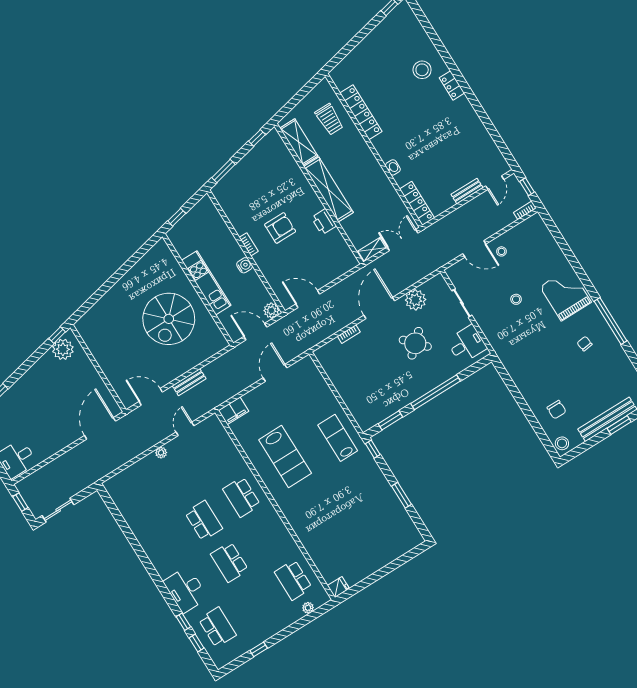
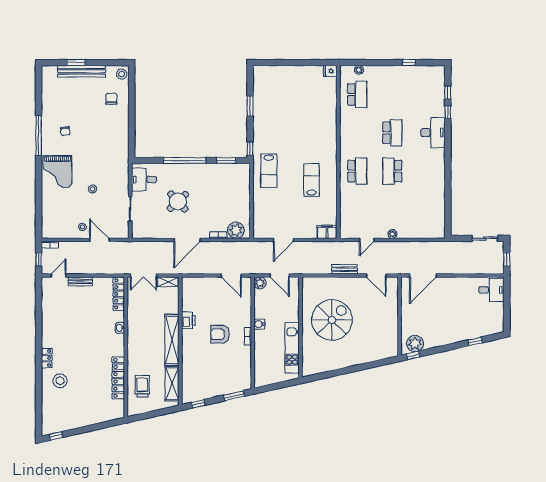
window: (177, 217) -> (285, 384), removed
kitchen unit: (206, 283) -> (292, 348), moved
plant: (416, 300) -> (236, 230), moved
lab bench: (285, 456) -> (312, 180), width x0.73, depth x0.72
school desk: (217, 627) -> (427, 94), removed

